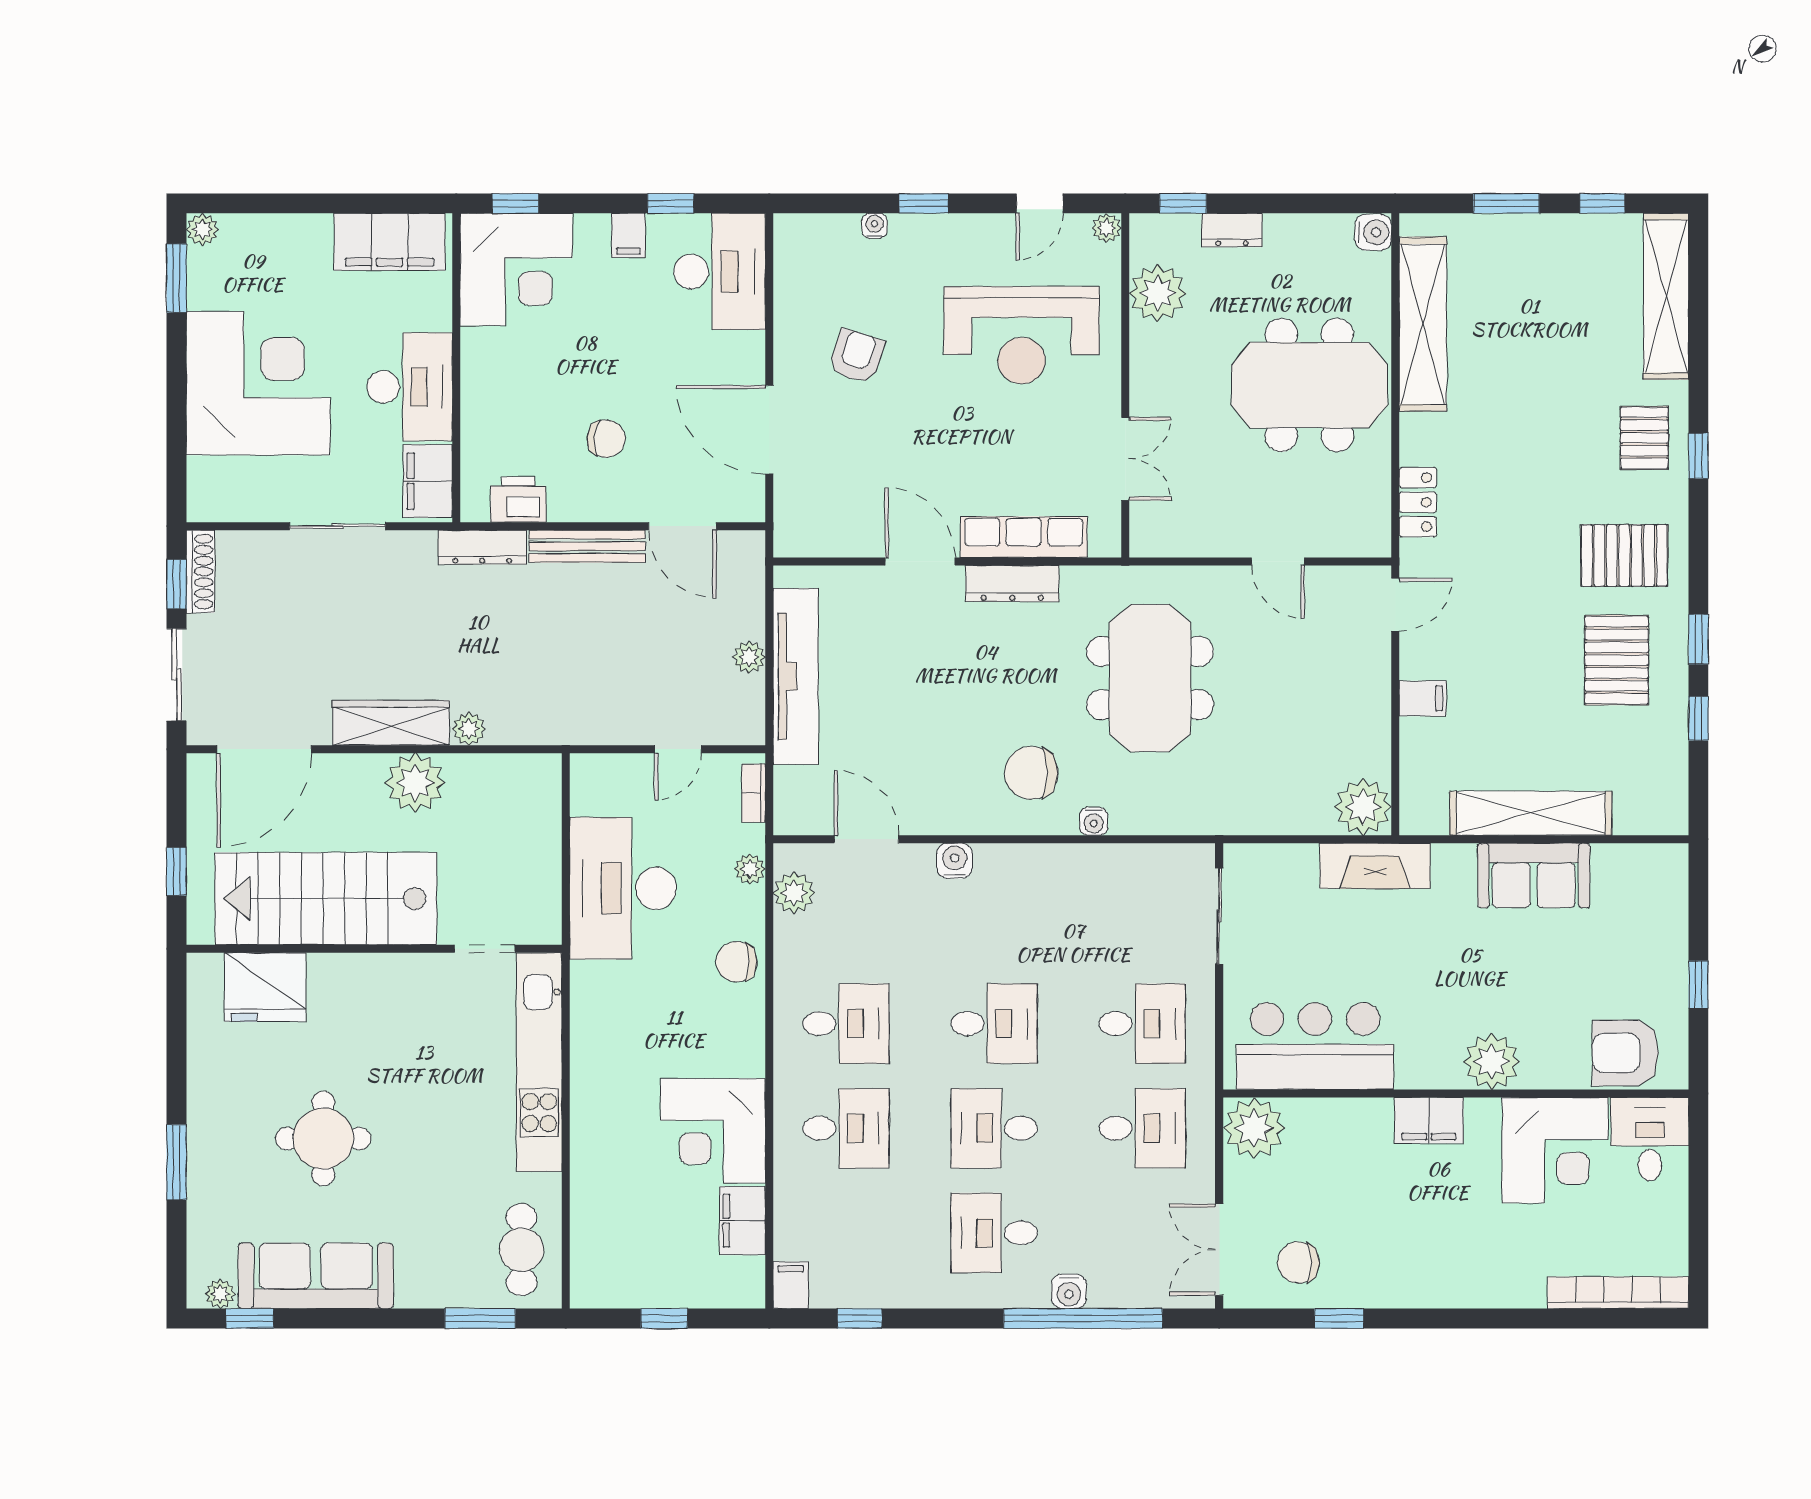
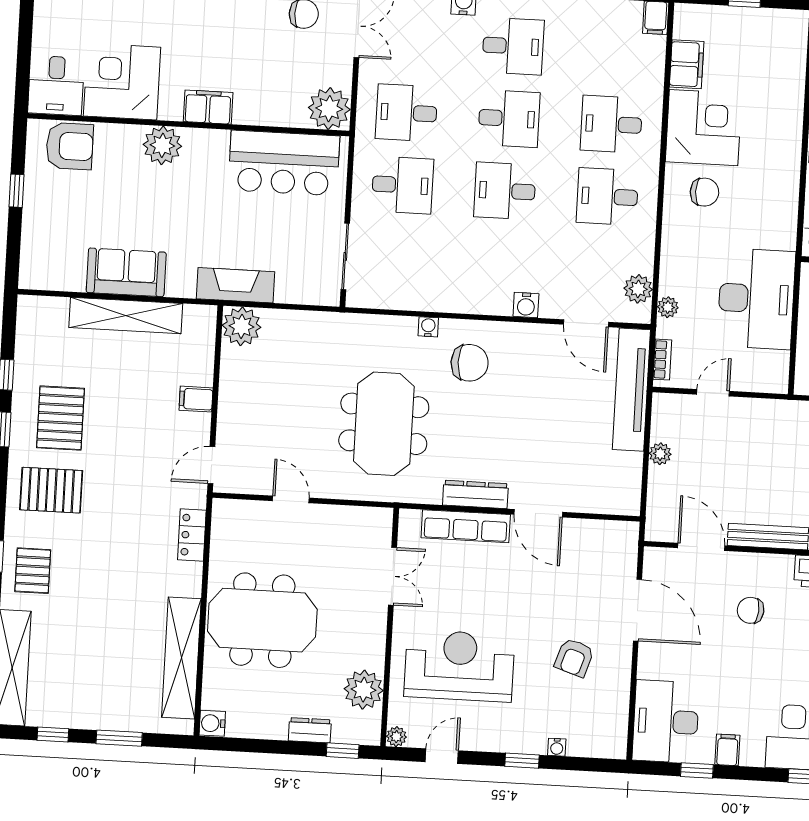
double door: (1125, 459) -> (392, 576), swing flipped
tv unit: (796, 676) -> (631, 390), moved
chair: (737, 962) -> (704, 192), moved
desk: (1142, 1024) -> (402, 185), turned 180

